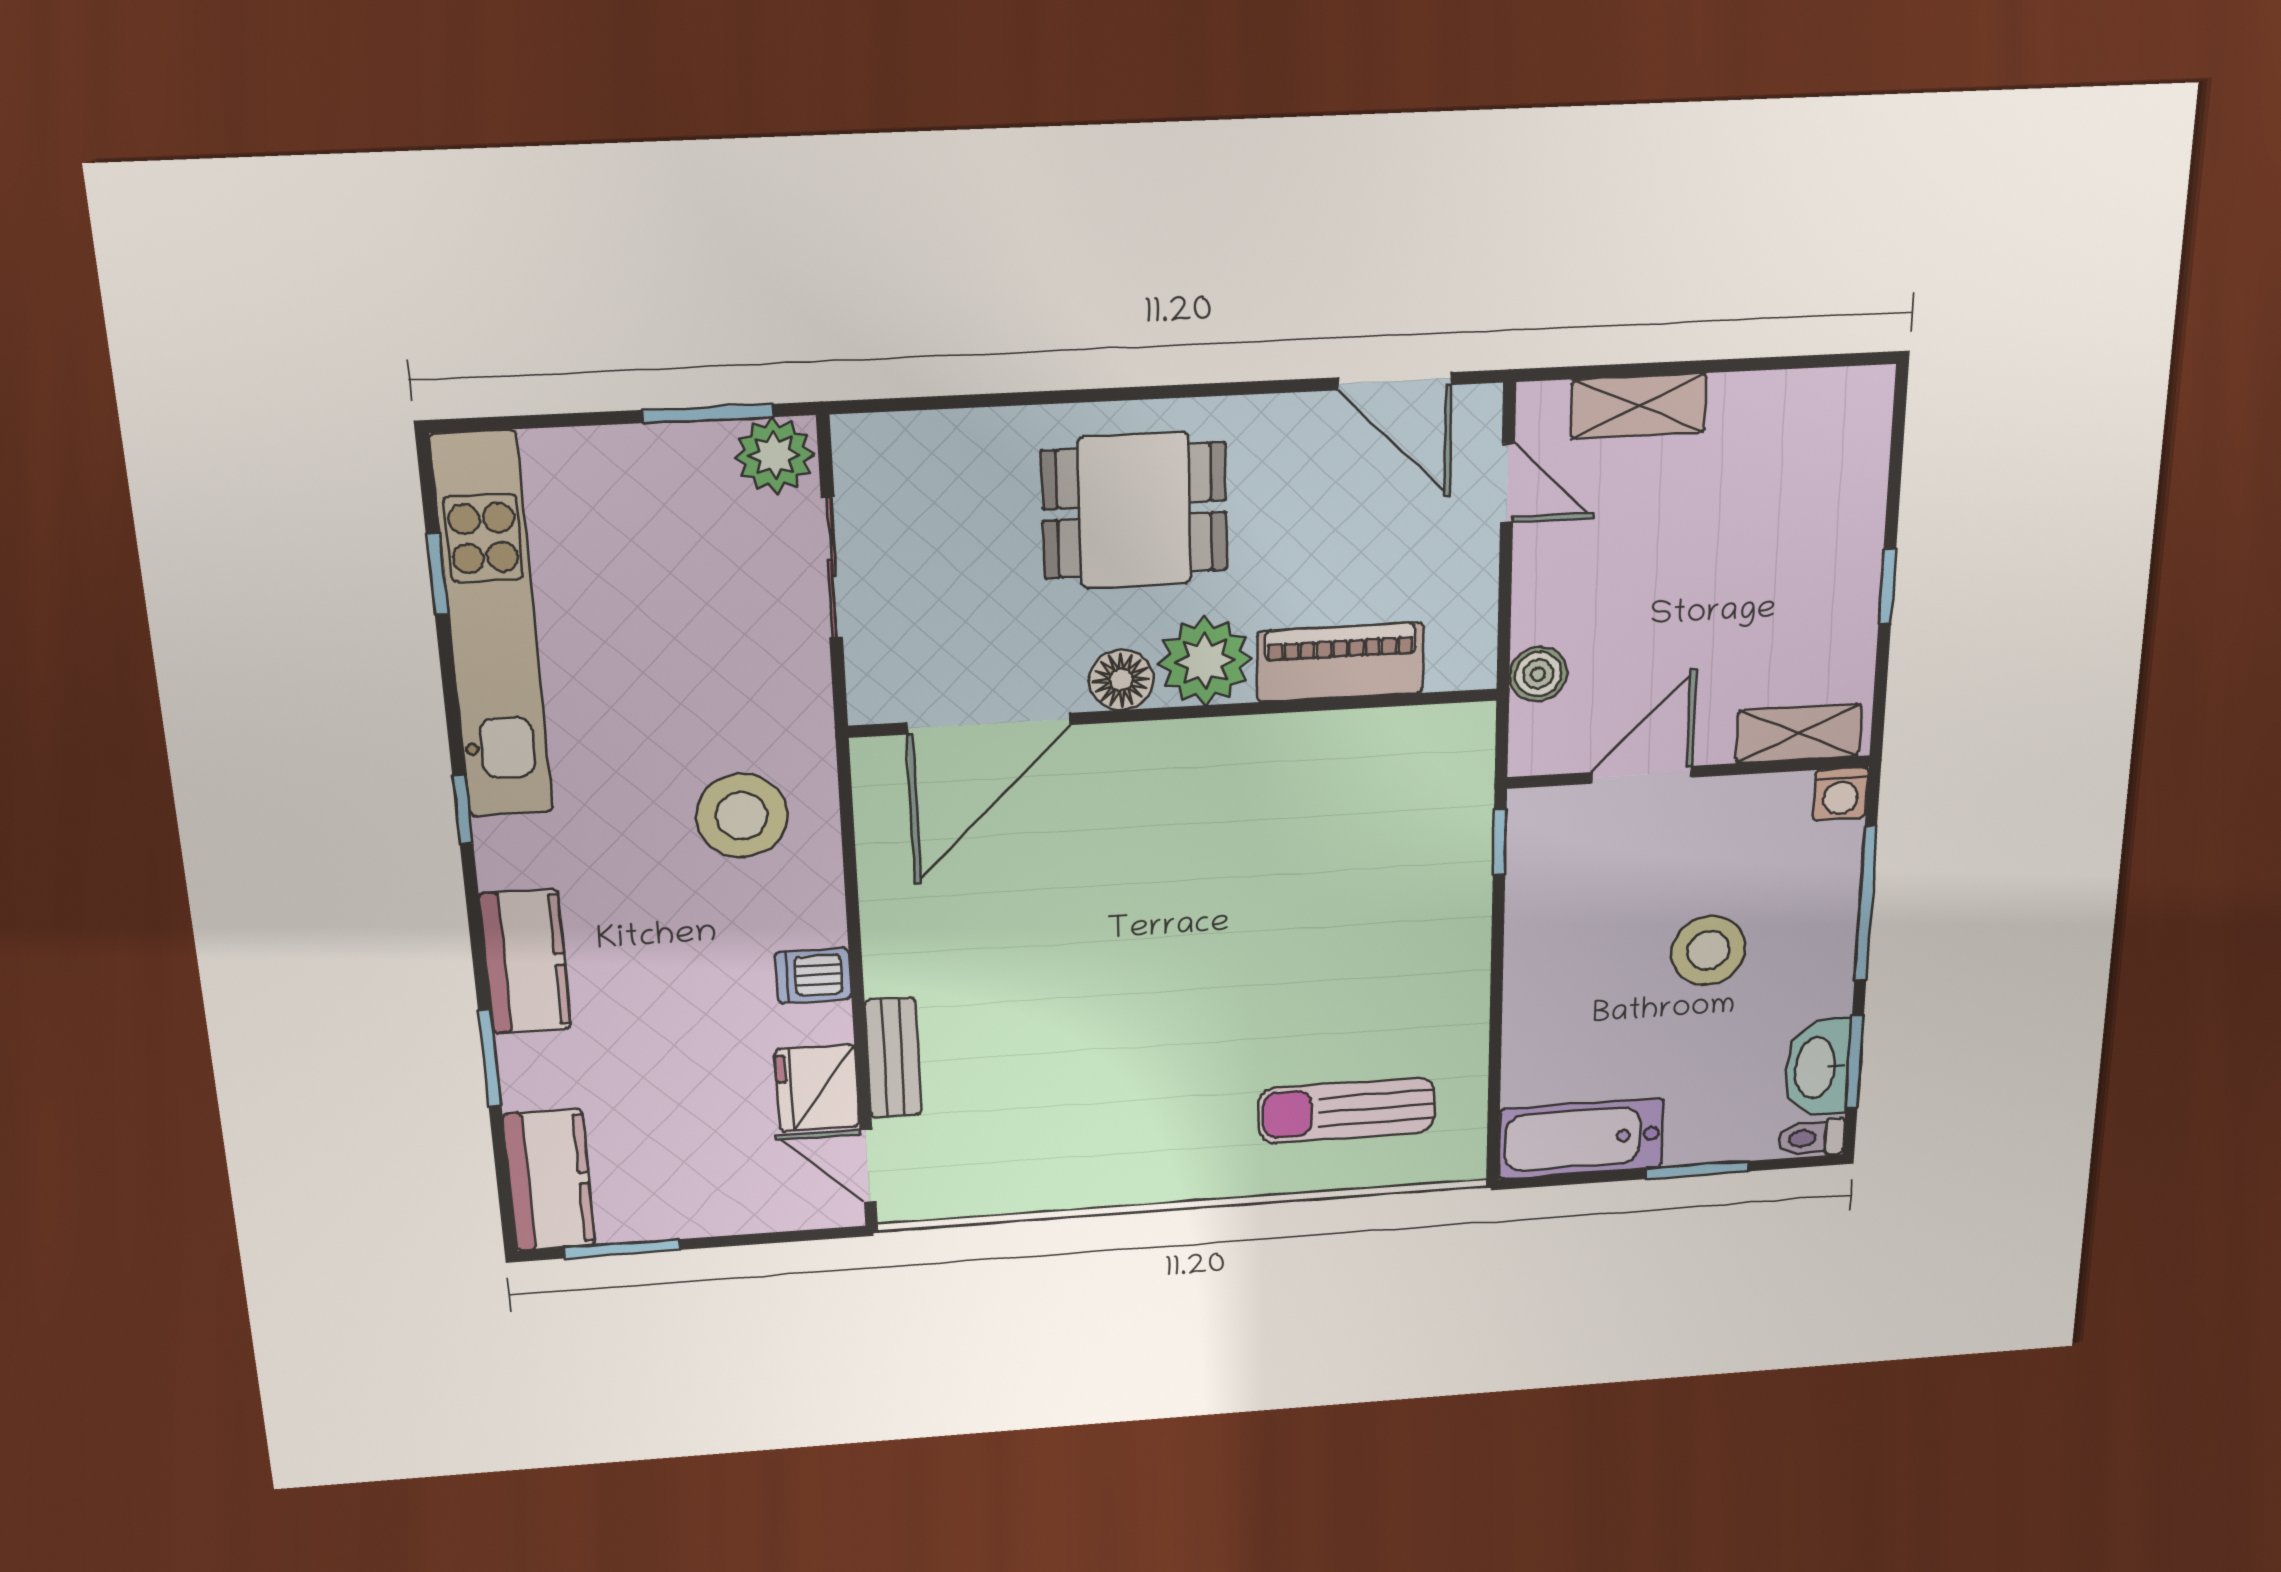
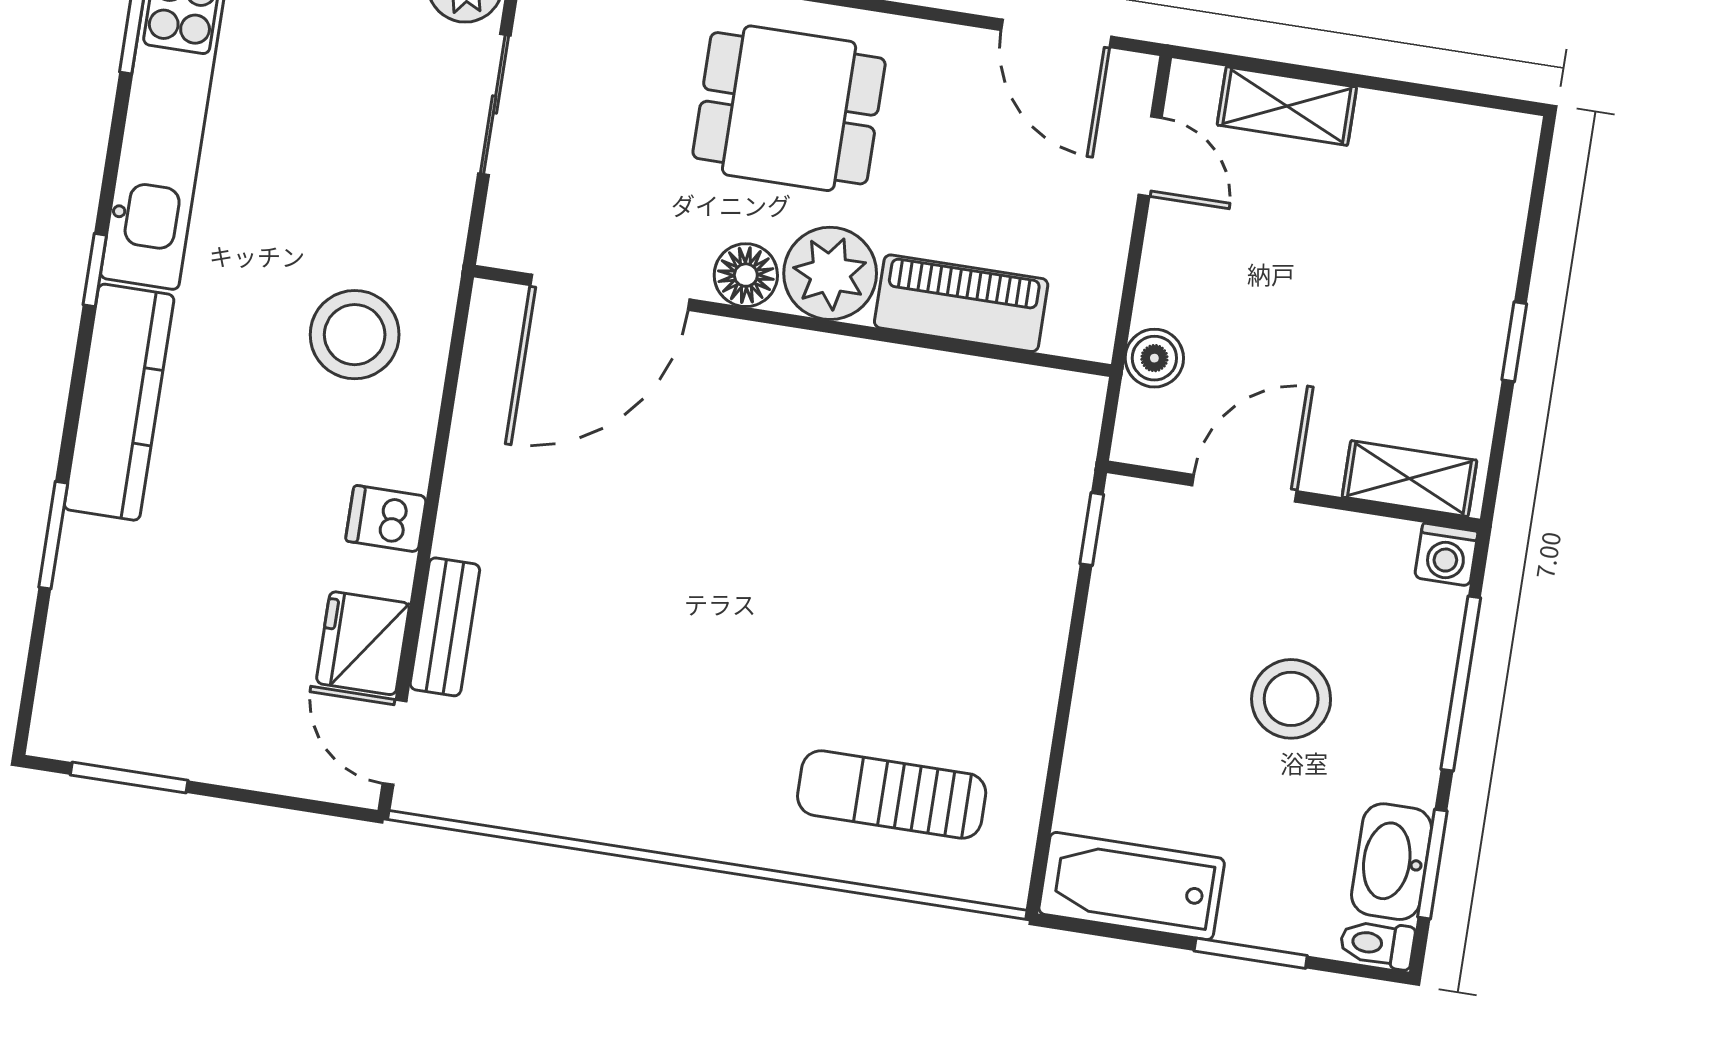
kitchen counter: (525, 961) -> (119, 402), width x1.50
kitchen counter: (549, 1180) -> (77, 683), removed

